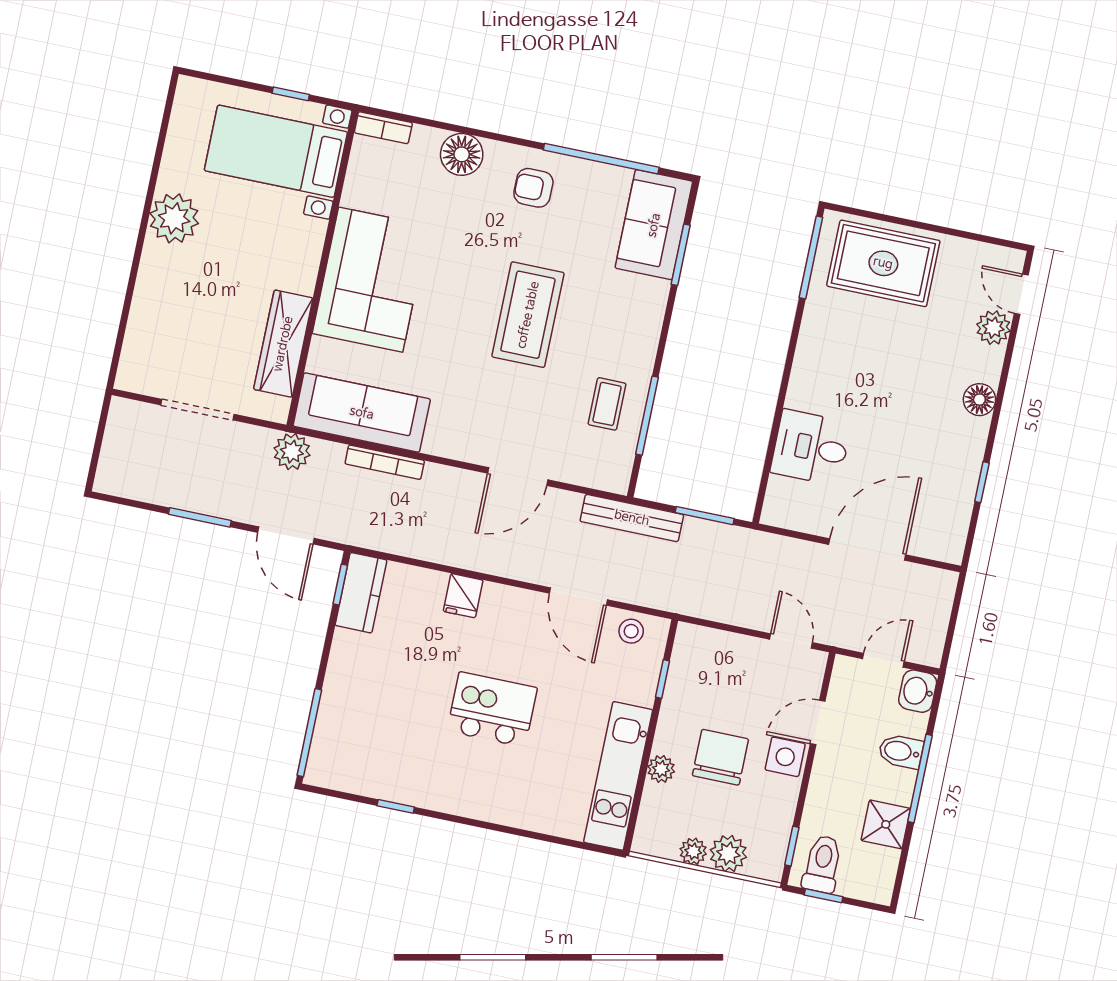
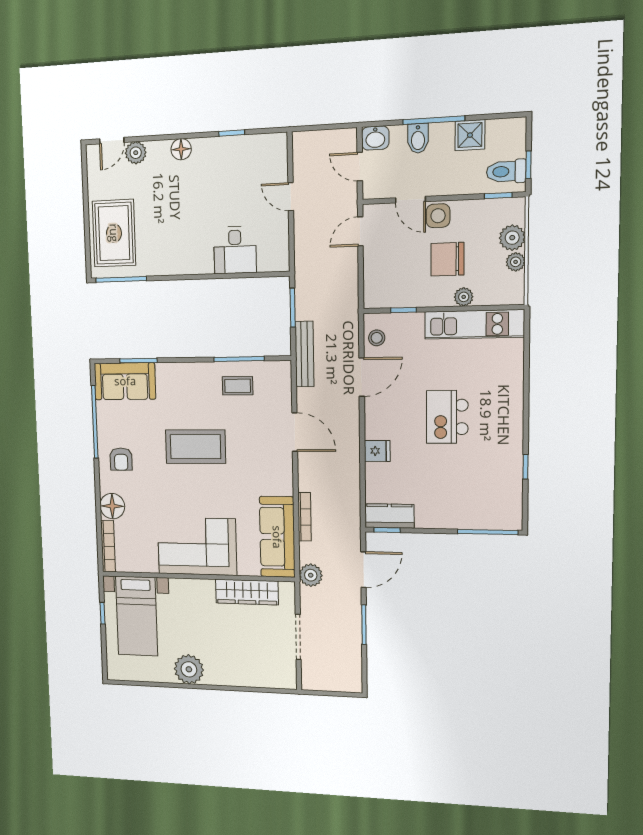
bookcase: (383, 128) -> (108, 546), width x1.56
door: (867, 550) -> (291, 197), width x0.53

